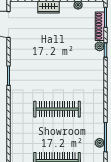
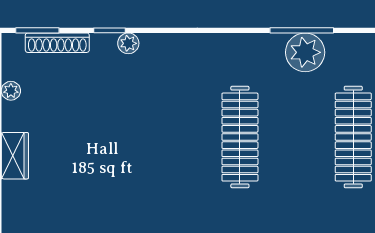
plant: (100, 46) -> (128, 43), moved
plant: (100, 143) -> (305, 52), width x1.87, depth x1.87

